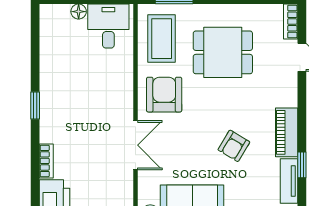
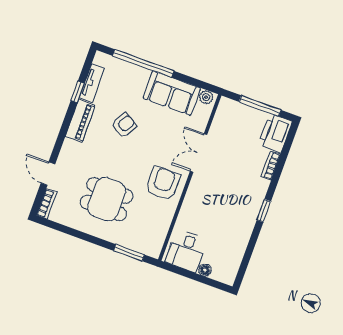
coffee table: (162, 39) -> (149, 227), removed
armchair: (164, 95) -> (163, 183), turned 180

